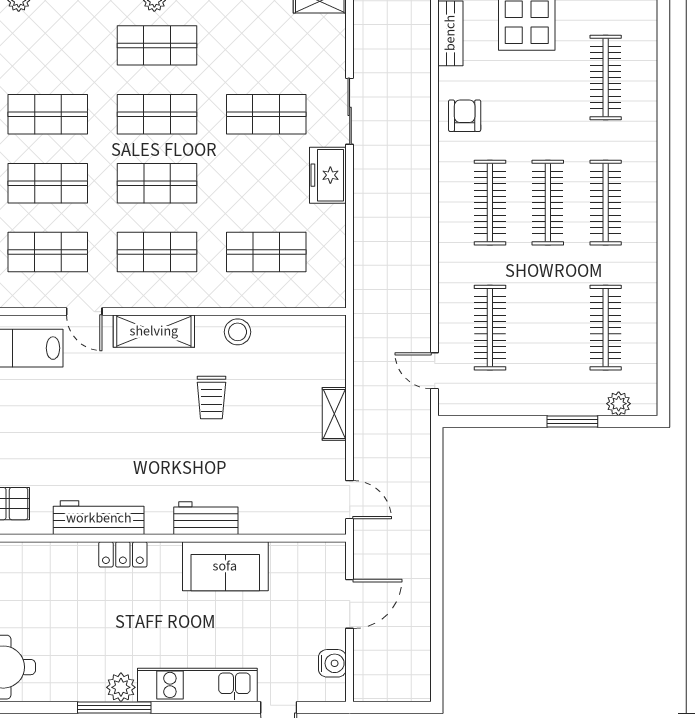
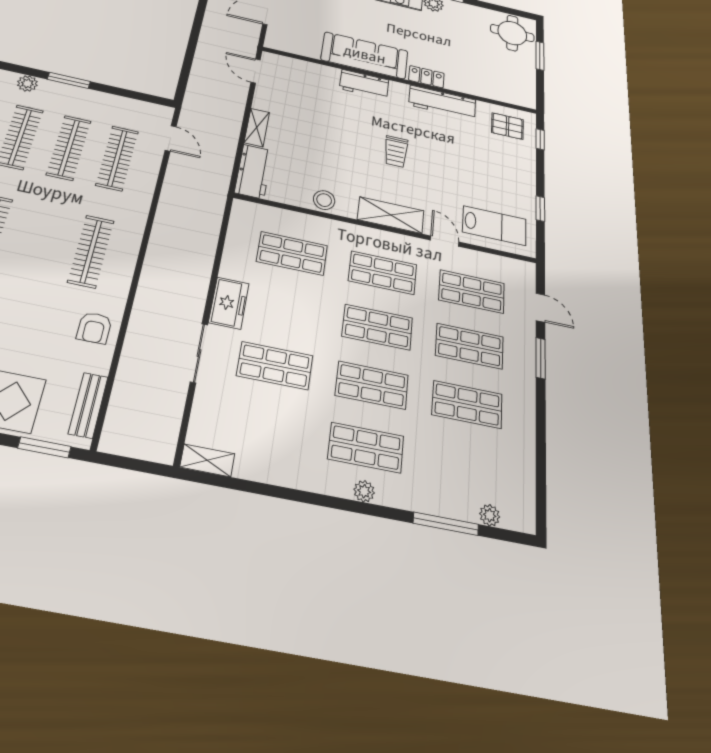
clothes rail: (548, 203) -> (69, 148), moved
workbench: (328, 350) -> (254, 171), added
trolley: (211, 397) -> (396, 152), moved, turned 180
sofa: (225, 566) -> (365, 55), width x1.36

